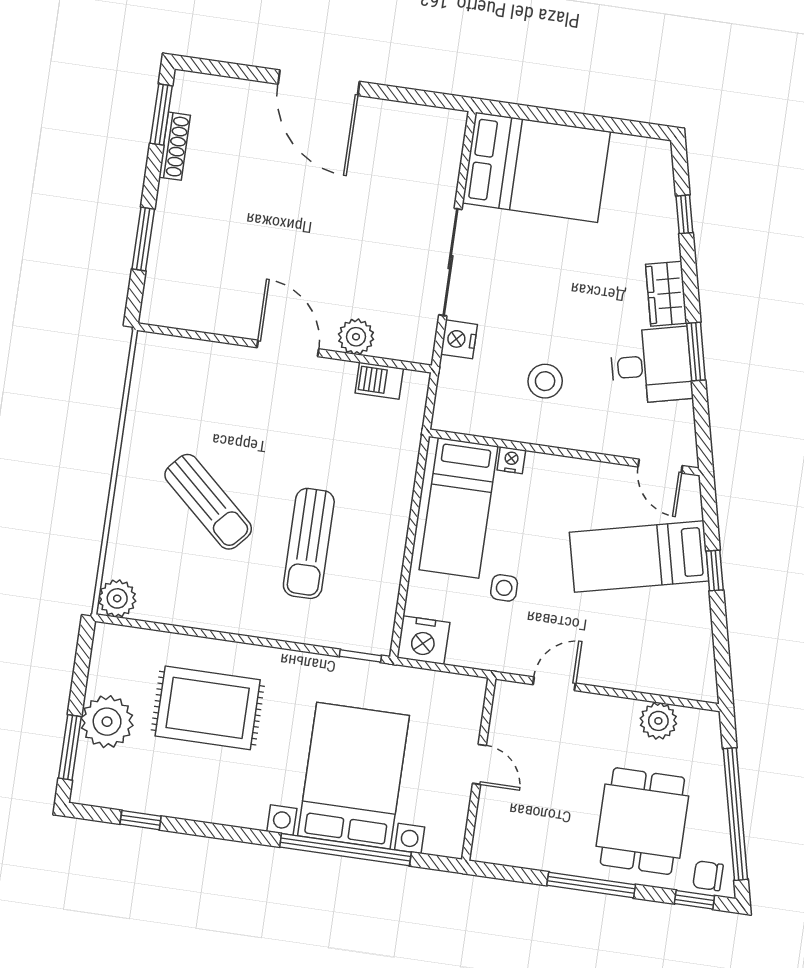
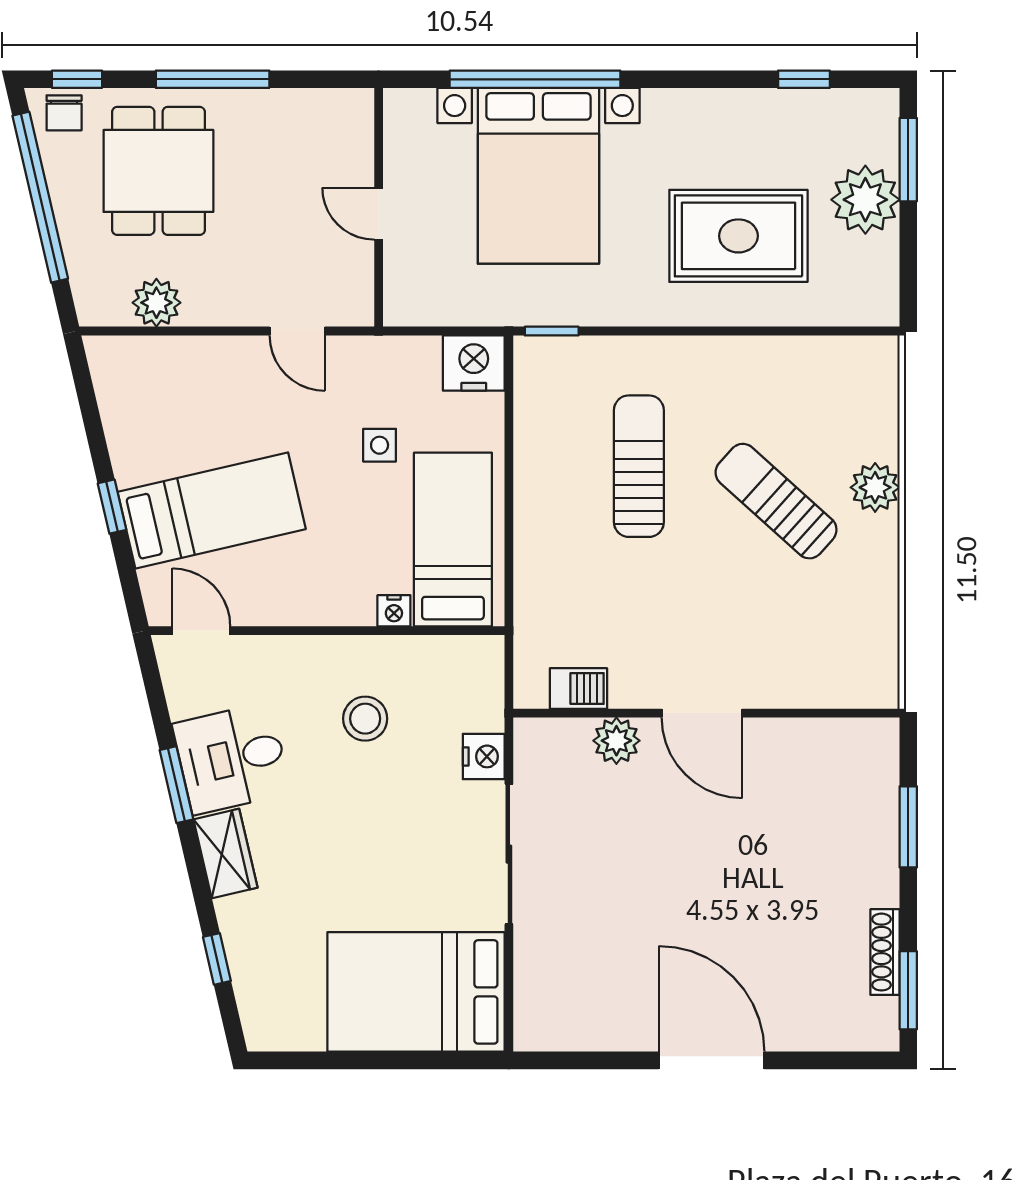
plant: (117, 598) -> (875, 487), moved
door: (554, 684) -> (297, 331), hinge flipped
chair: (708, 876) -> (64, 113), turned 90

